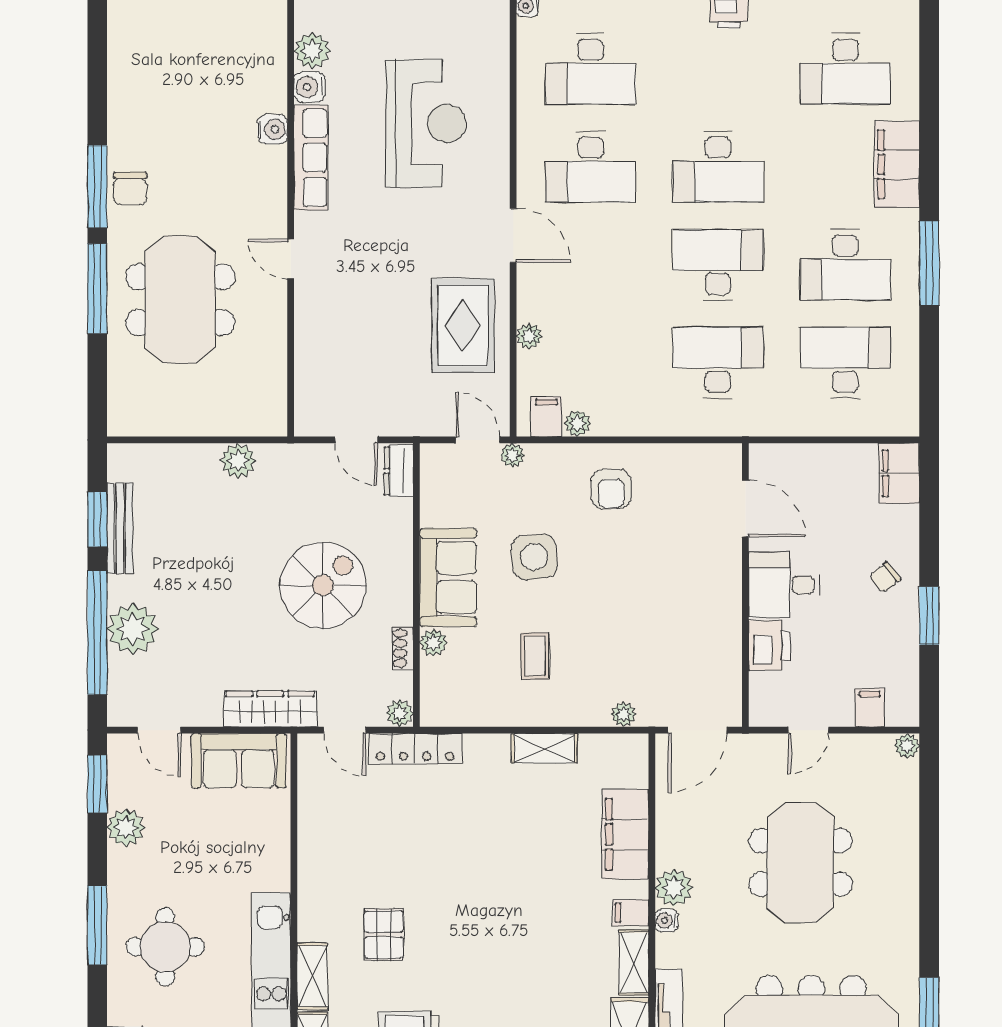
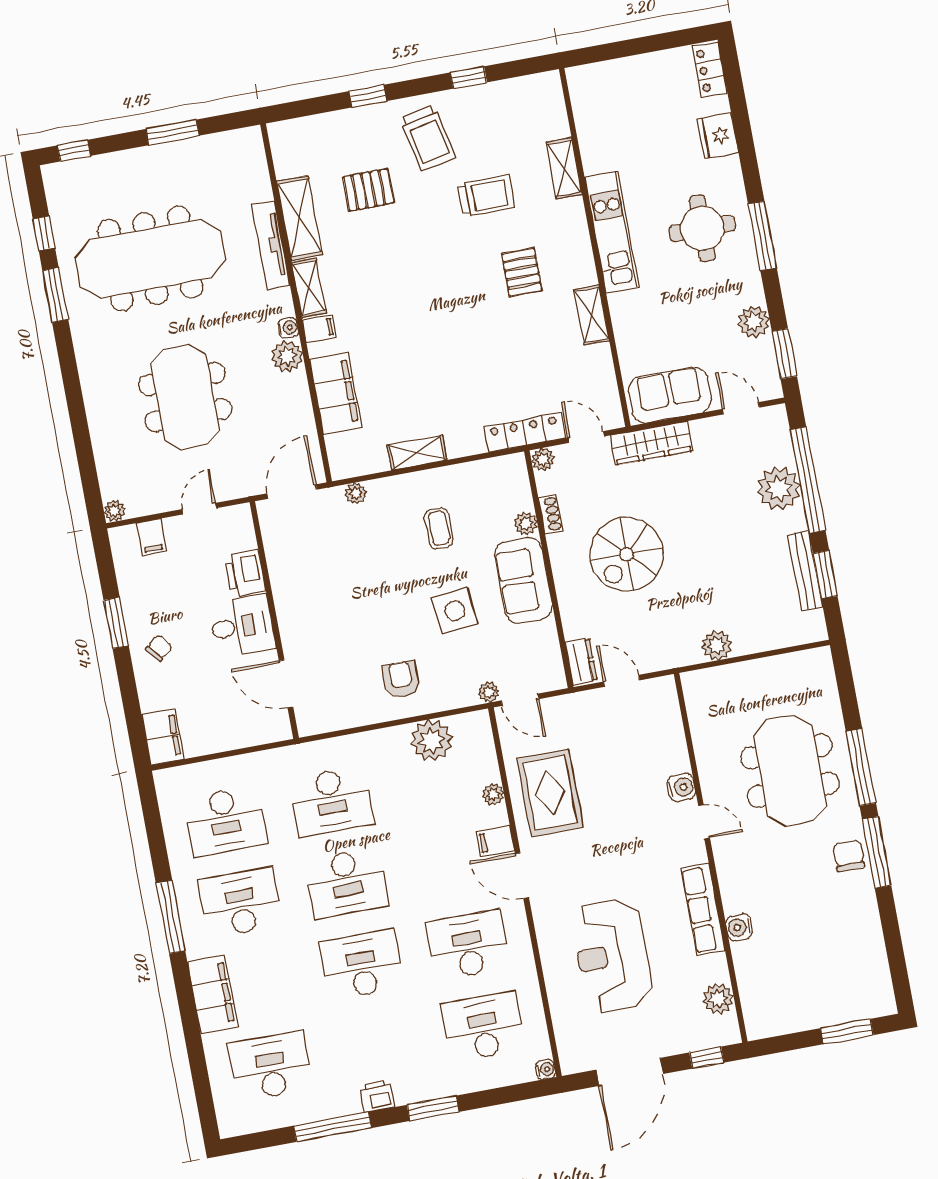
water cooler: (309, 87) -> (681, 787), moved
filing cabinet: (546, 416) -> (495, 841), moved, turned 90
plant: (577, 423) -> (431, 740), width x1.87, depth x1.87
shelving: (312, 976) -> (592, 315), moved

